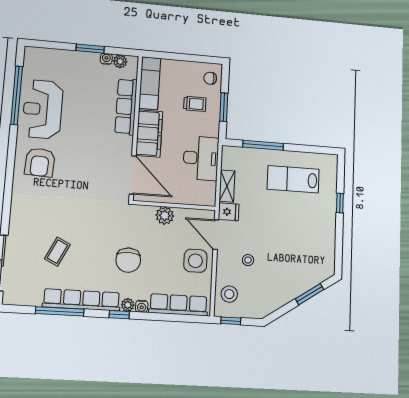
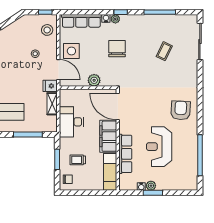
plant: (120, 61) -> (151, 186), moved
reception desk: (43, 109) -> (159, 147), moved, turned 180
row of seats: (82, 300) -> (146, 21), removed

